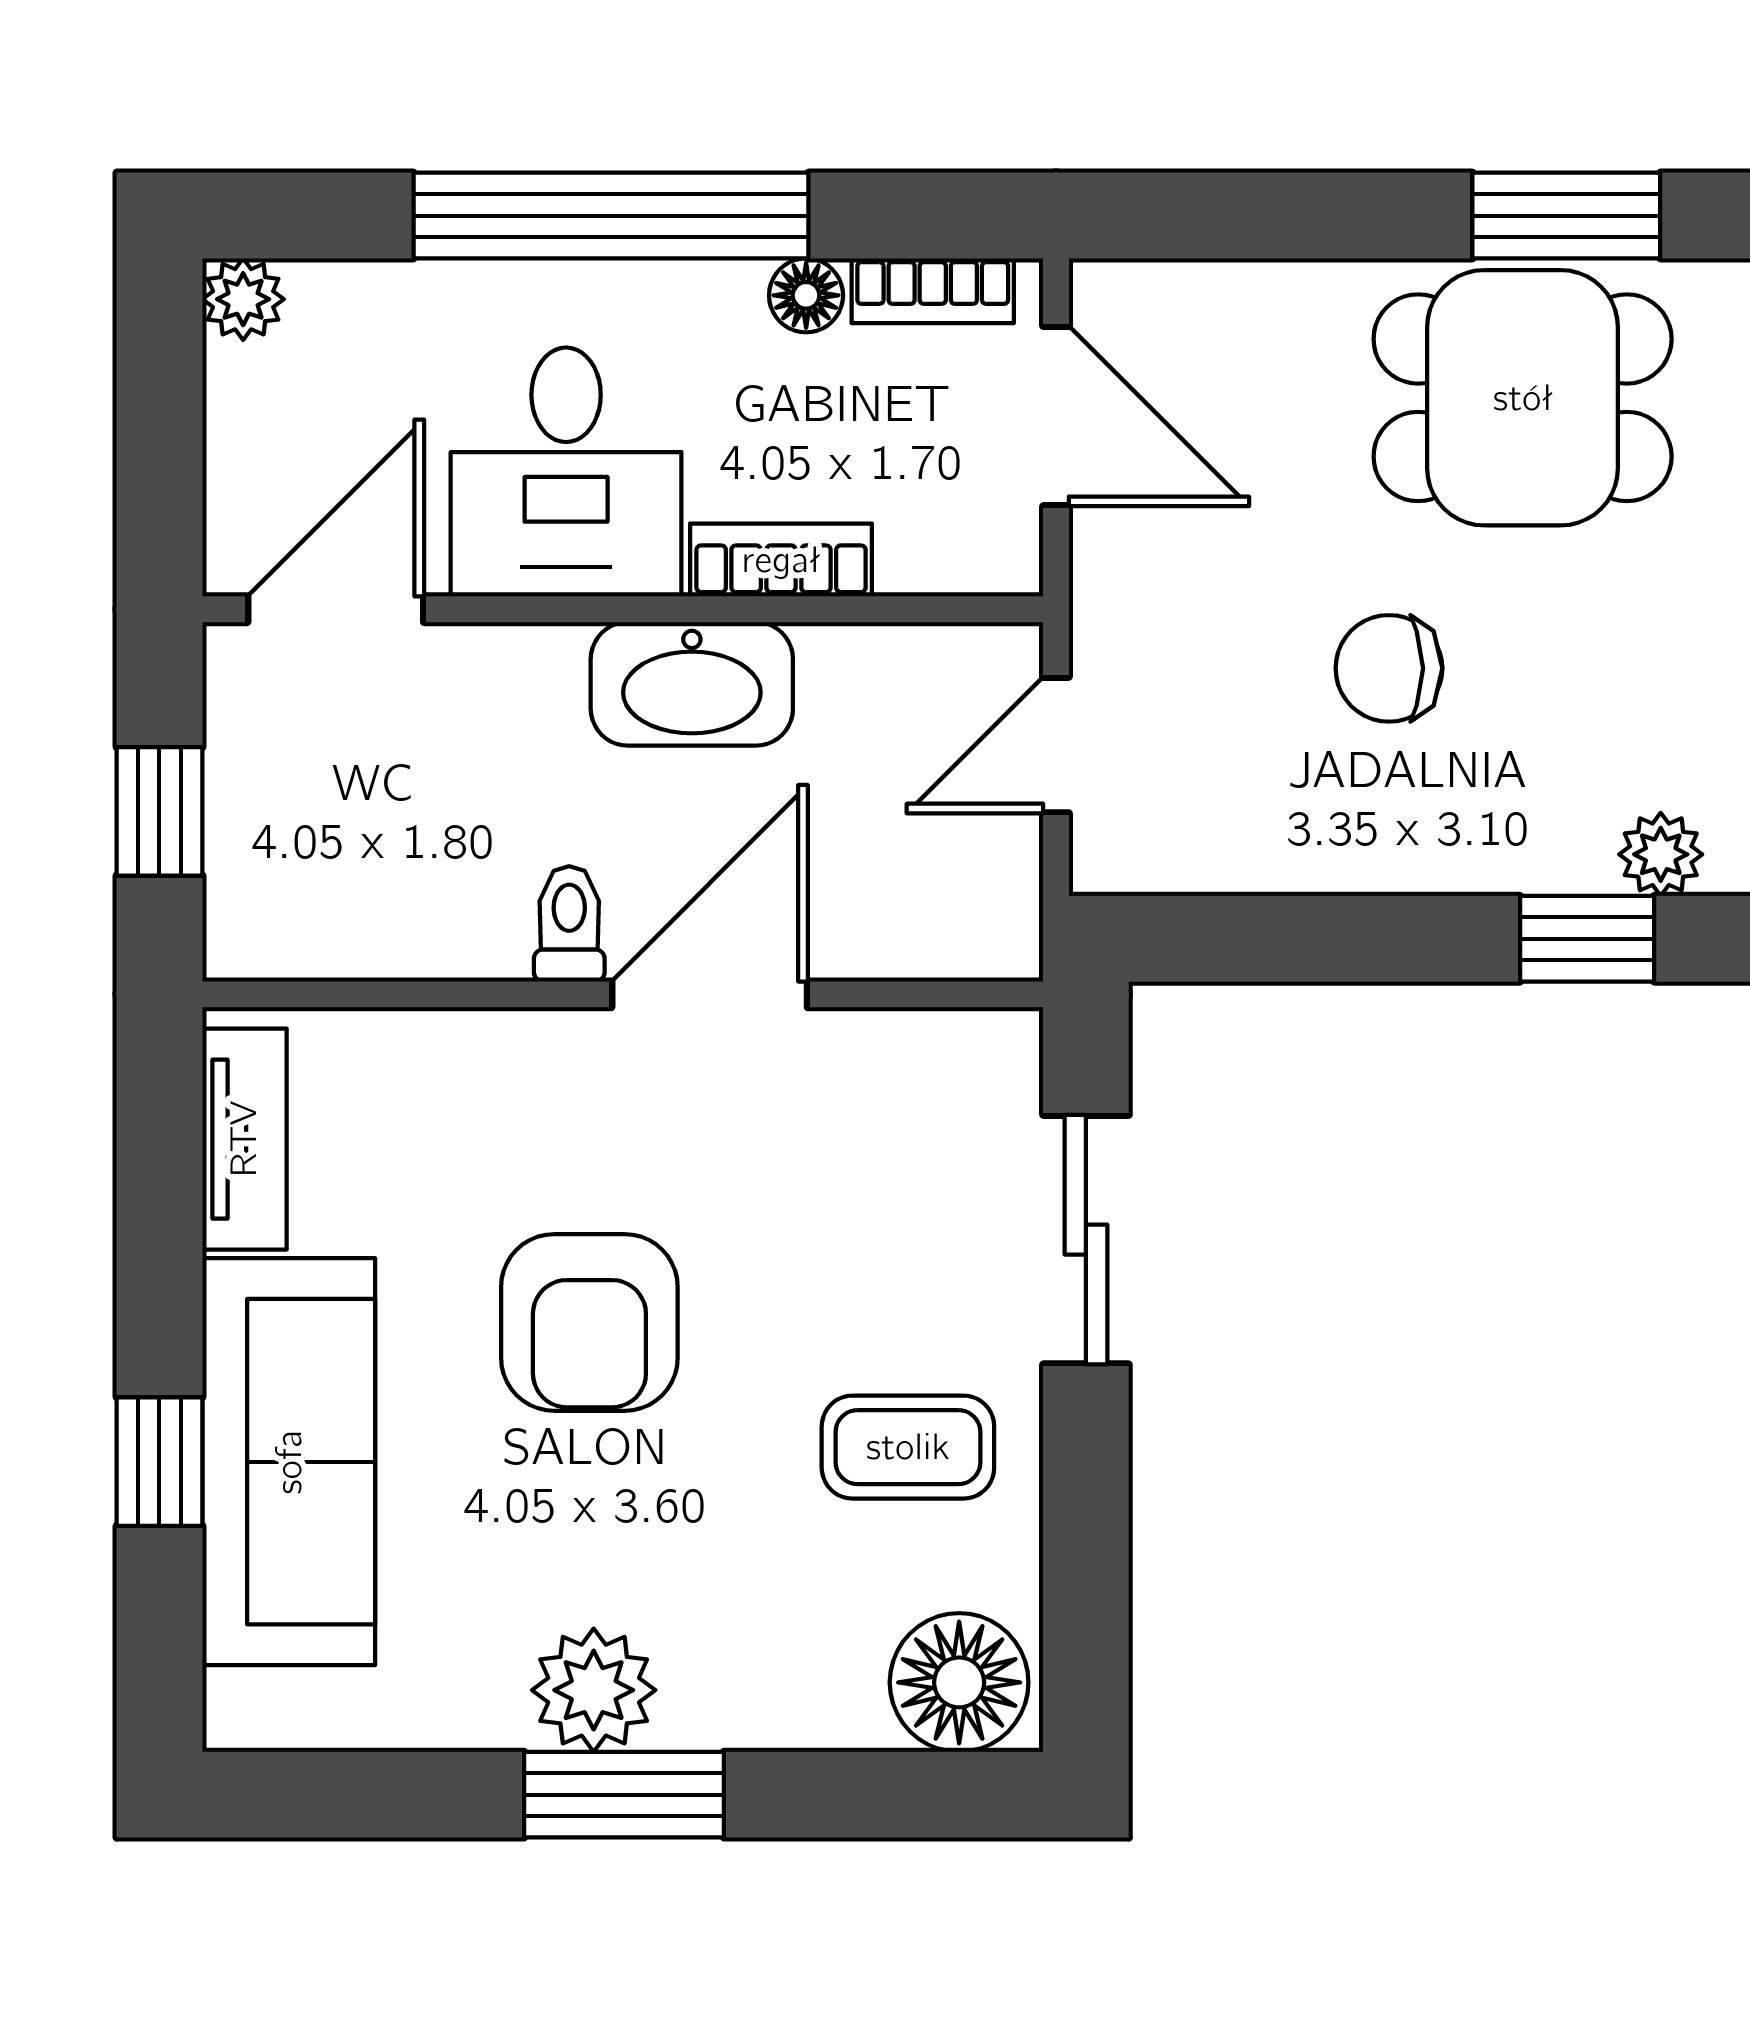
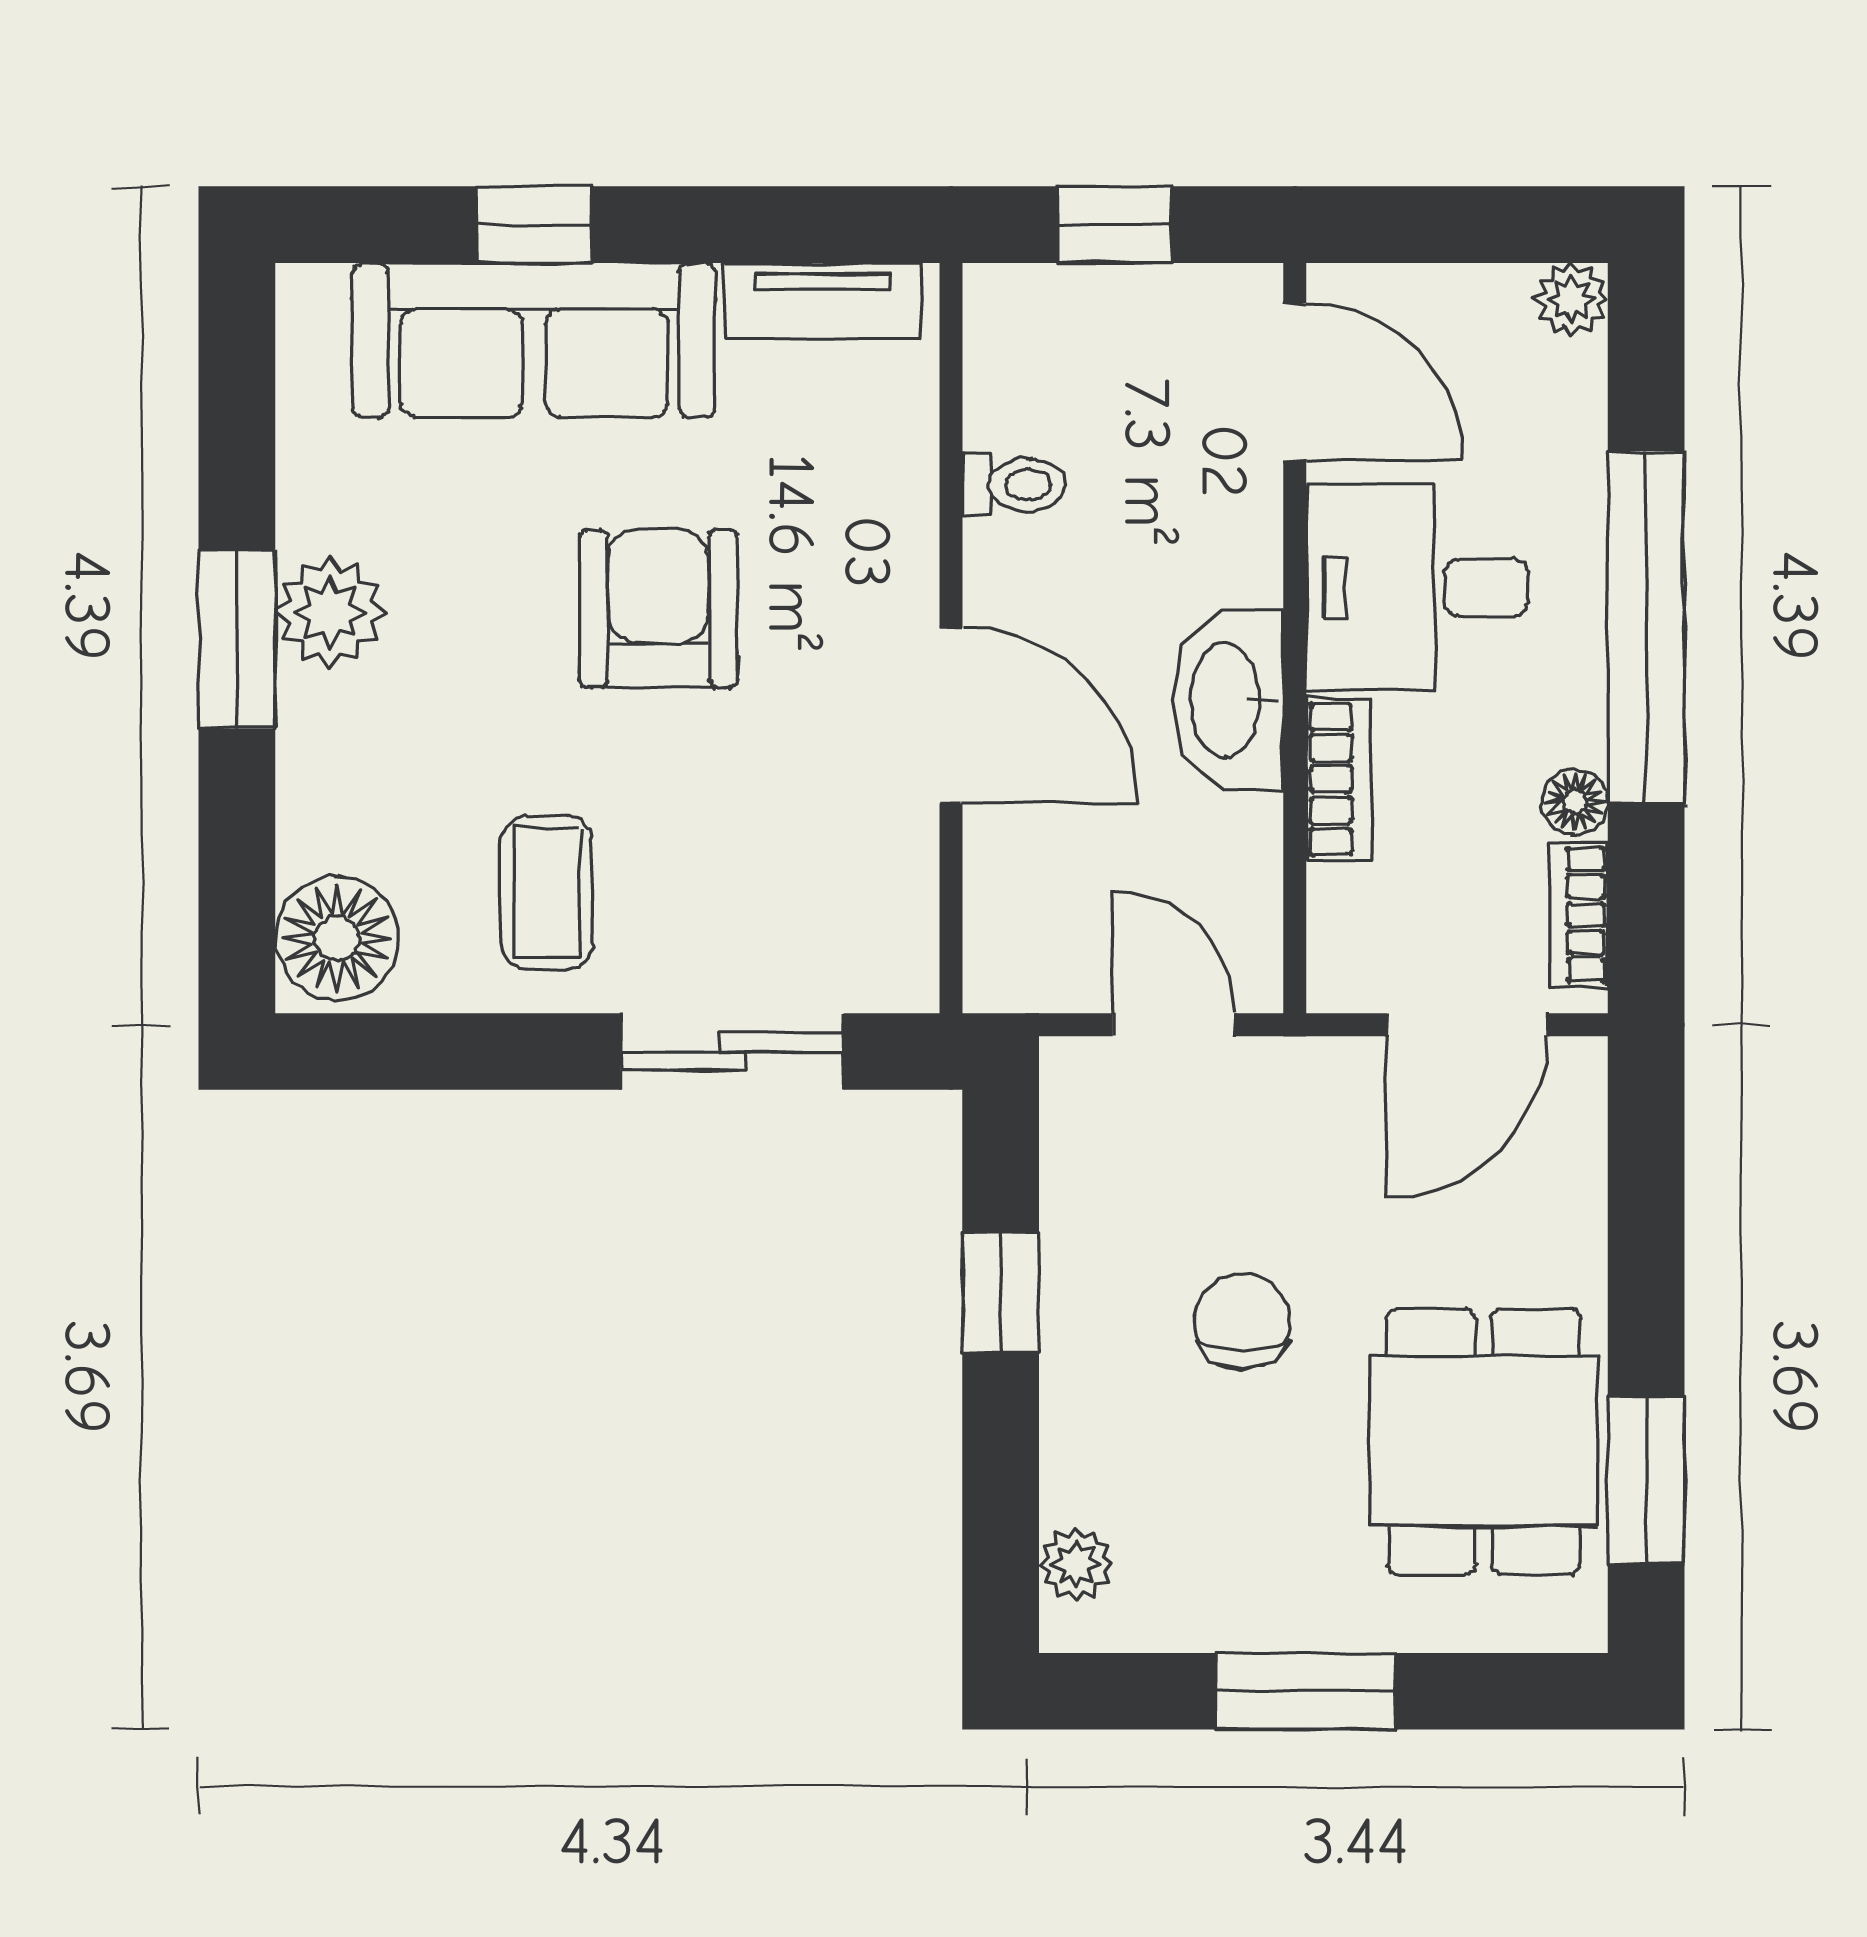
toilet: (569, 924) -> (1014, 485), moved
window: (1587, 939) -> (1001, 1292), moved
armchair: (589, 1322) -> (658, 608), turned 90

